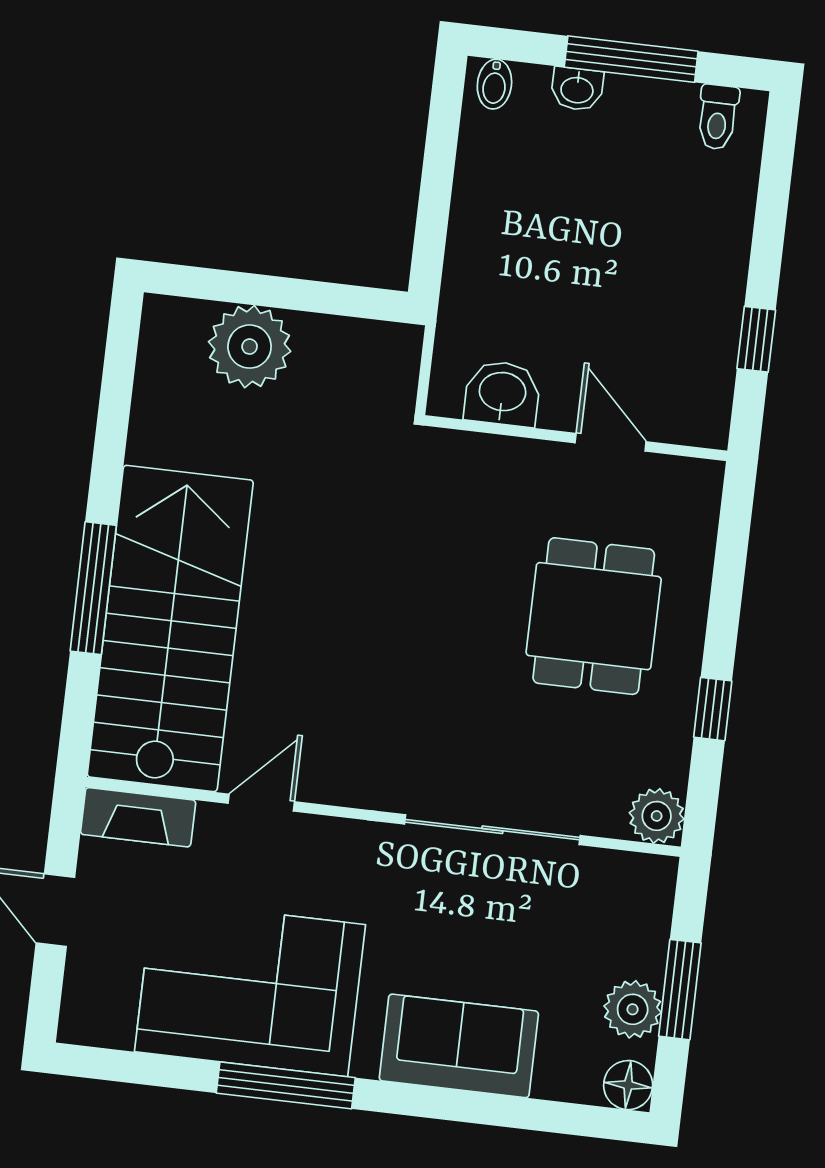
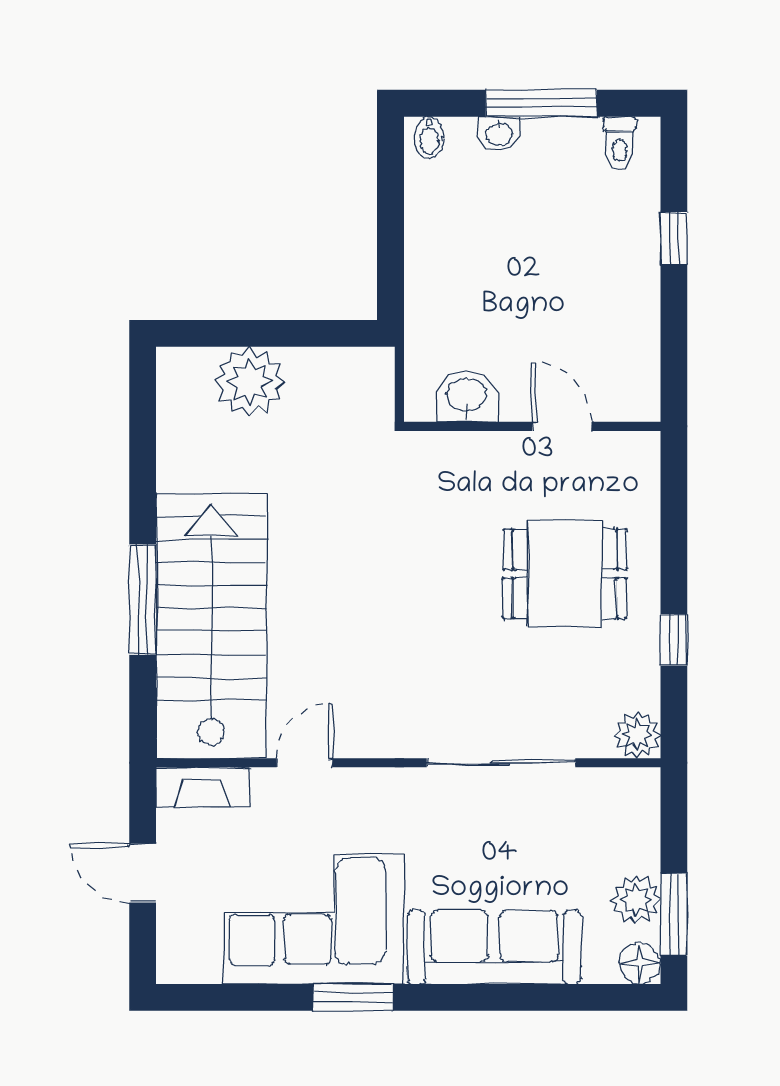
window: (756, 339) -> (674, 239), moved
dining table: (594, 616) -> (565, 574), turned 90
window: (680, 990) -> (674, 915), moved
sofa: (459, 1046) -> (494, 947), width x1.36
window: (286, 1085) -> (353, 997), width x0.69

